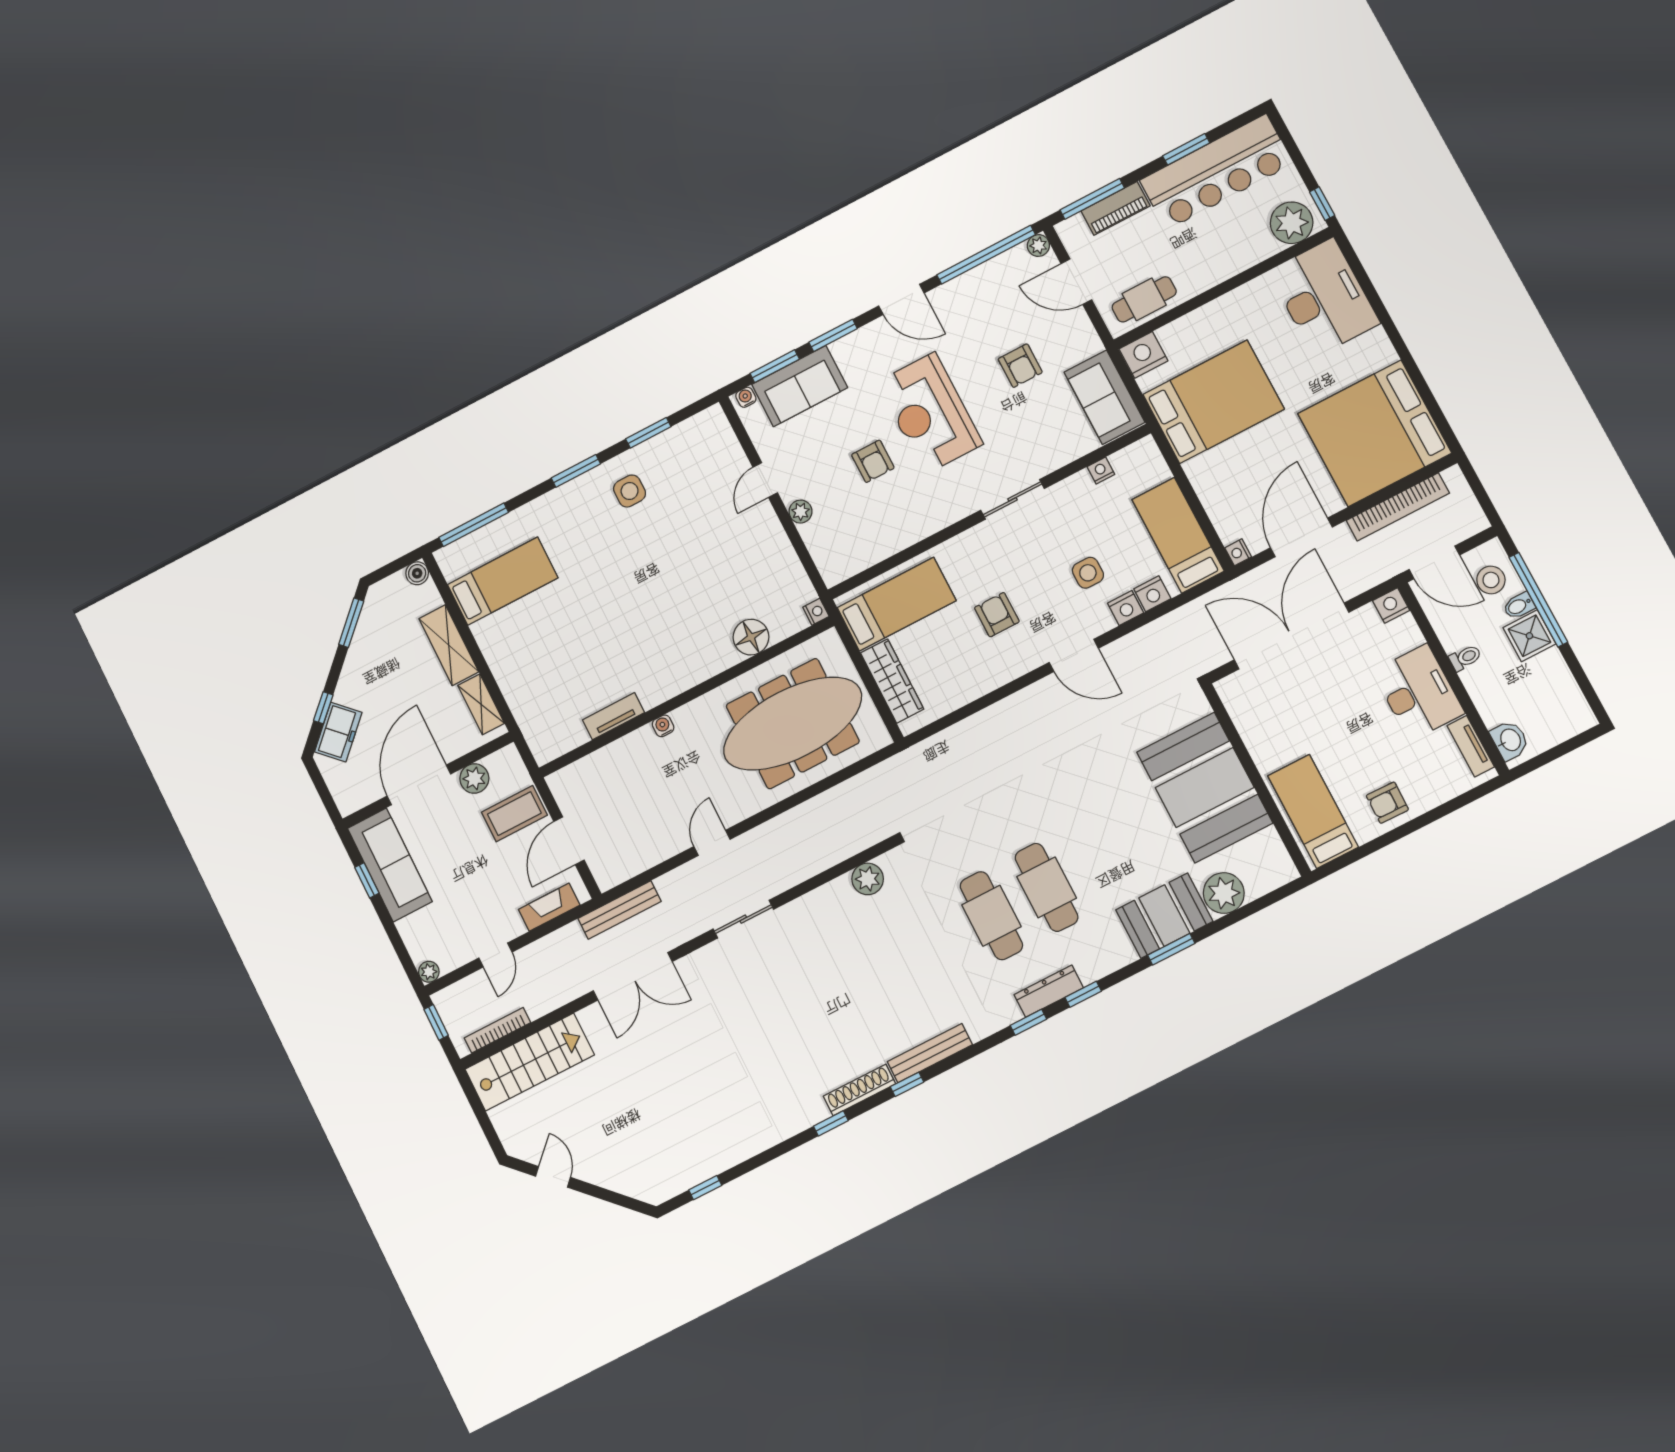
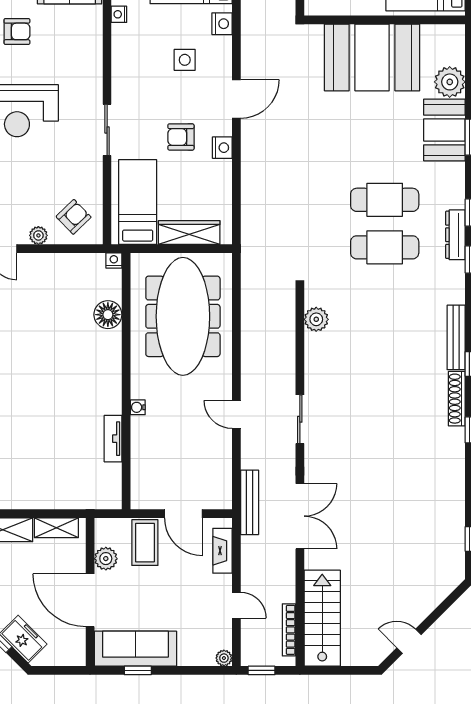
armchair: (873, 461) -> (74, 217), moved, turned -44
sliding door: (1013, 499) -> (107, 130), moved
nightstand: (1126, 608) -> (222, 148), moved

